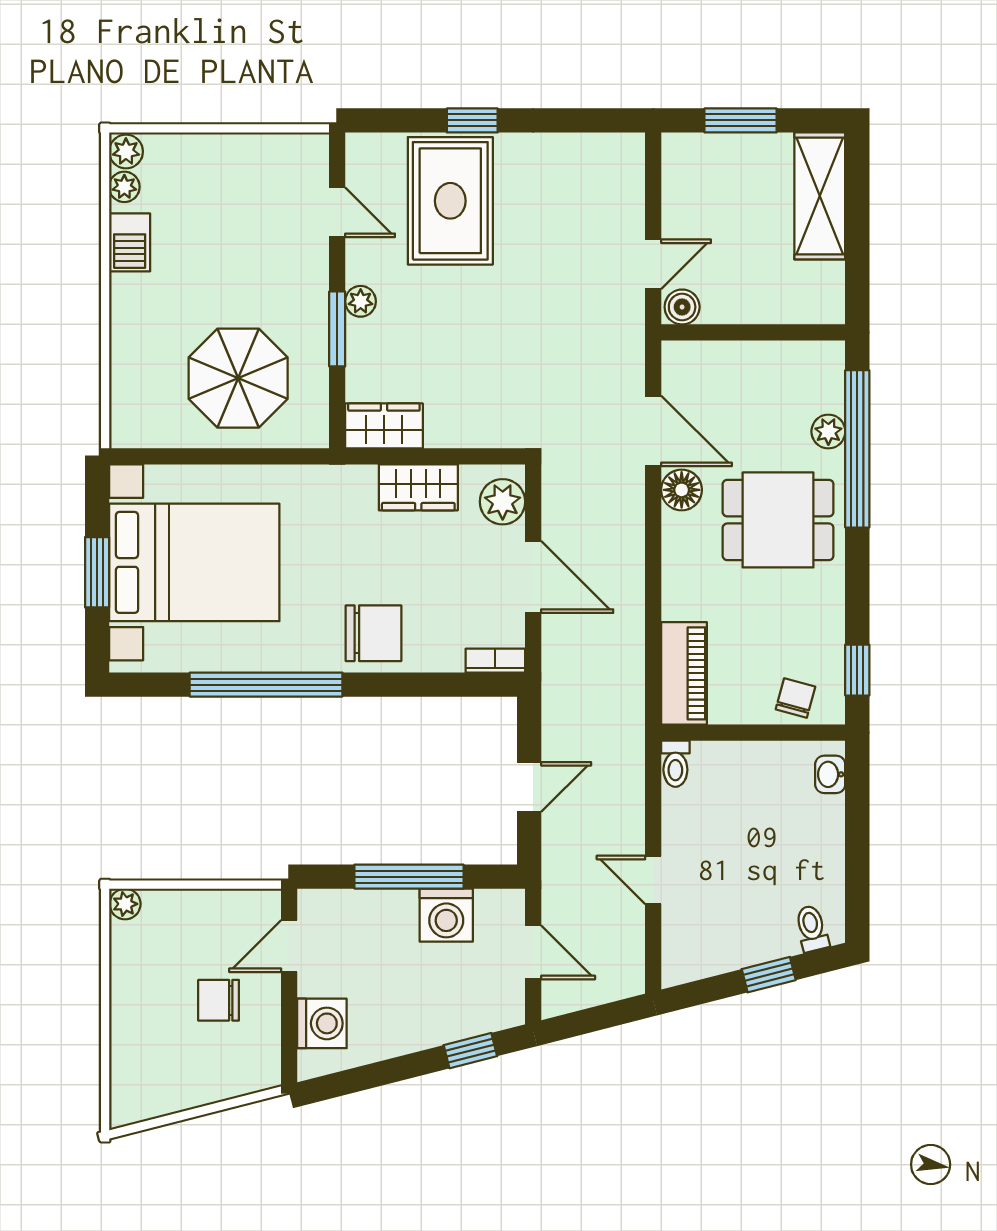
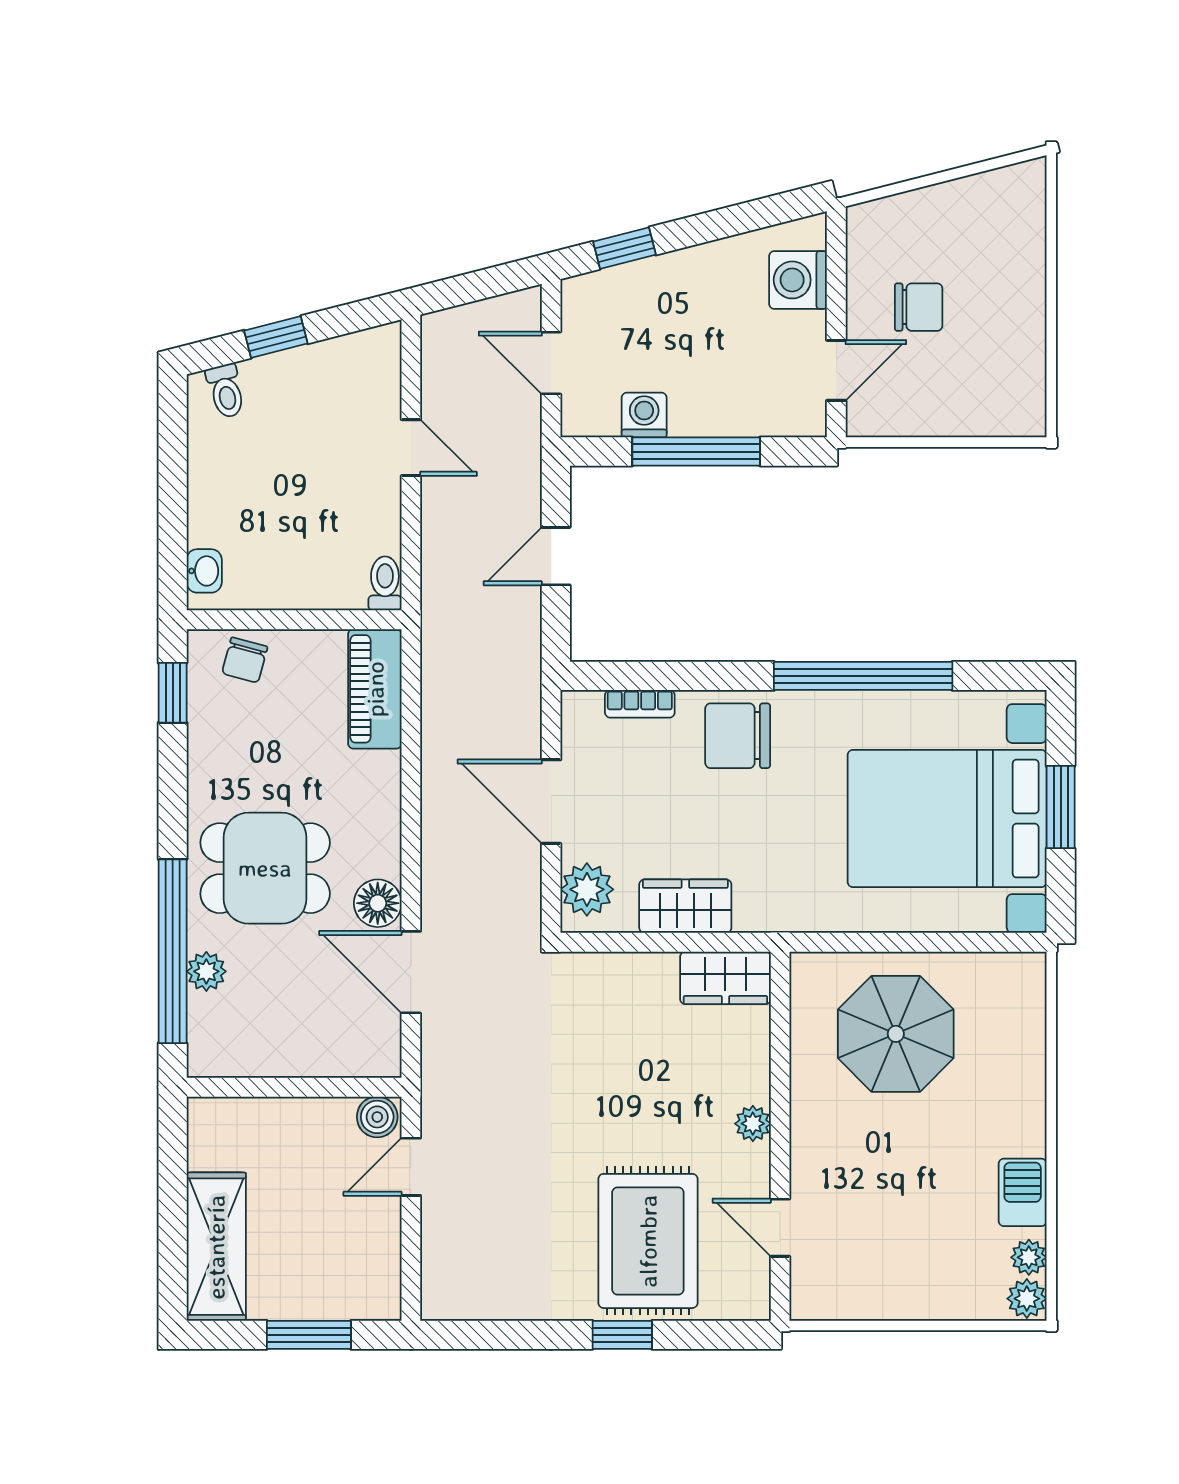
window: (337, 329) -> (780, 1091), removed
bookcase: (495, 661) -> (640, 704), moved
plant: (125, 904) -> (1028, 420), removed
washing machine: (446, 915) -> (644, 415), width x0.73, depth x0.73

